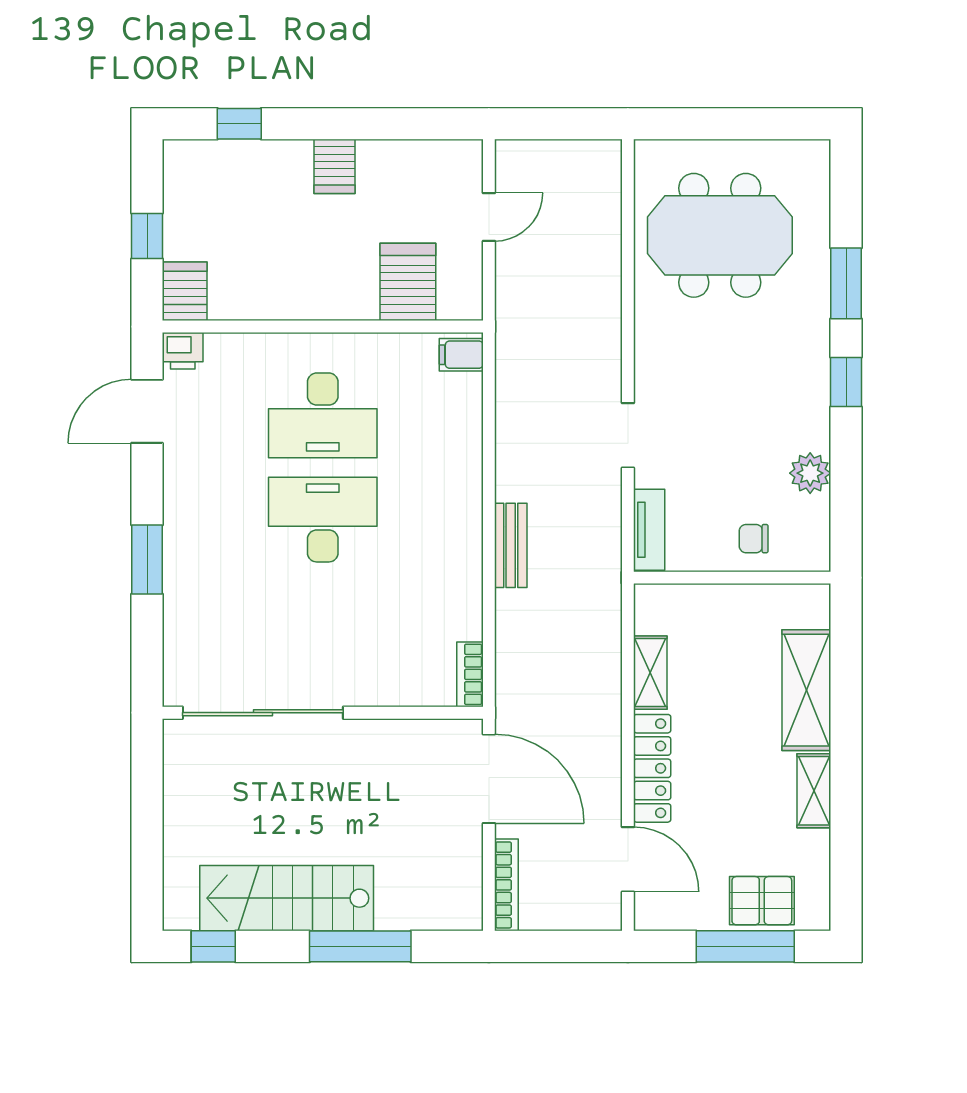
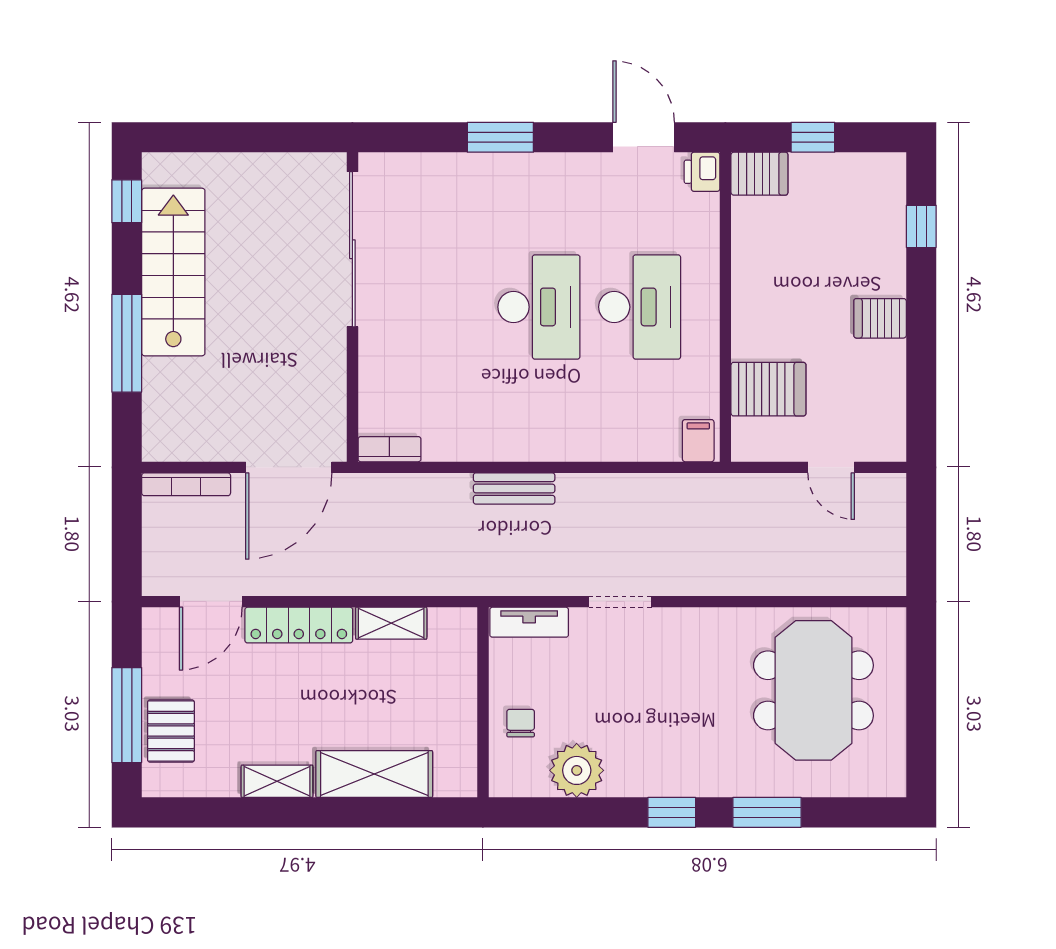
desk: (323, 415) -> (640, 307), turned 180
plant: (810, 473) -> (577, 770), width x1.36, depth x1.36

